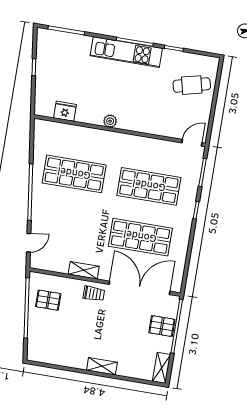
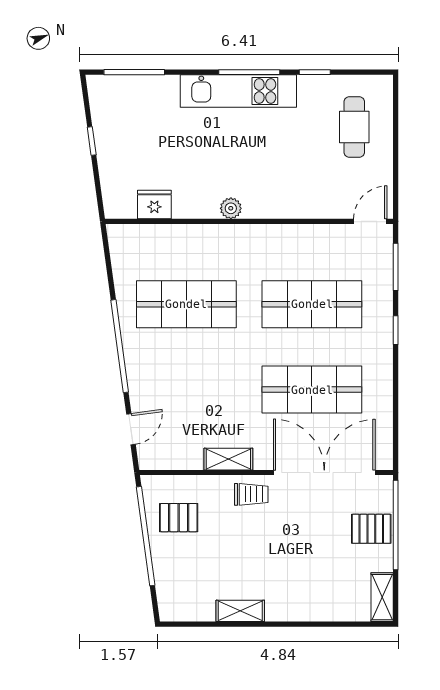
cafe table: (192, 85) -> (354, 127), turned -76
shelving: (102, 366) -> (240, 611), moved

